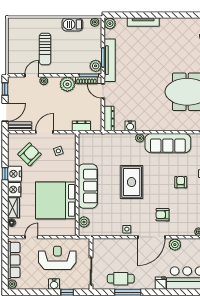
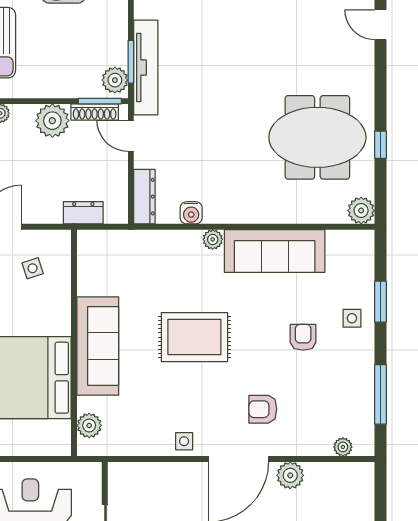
rug: (132, 182) -> (194, 337), turned 90

